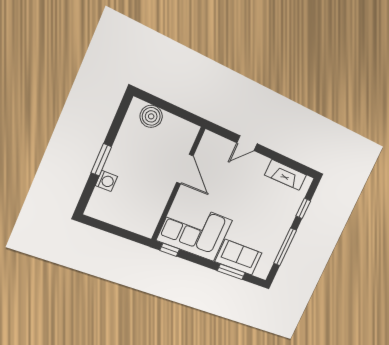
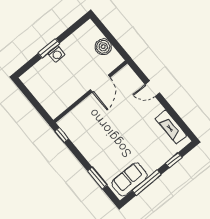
boiler: (151, 116) -> (103, 47), moved
washing machine: (106, 181) -> (56, 54), moved
corner sofa: (195, 230) -> (86, 131), removed
sofa: (239, 257) -> (129, 179), moved, turned -90

